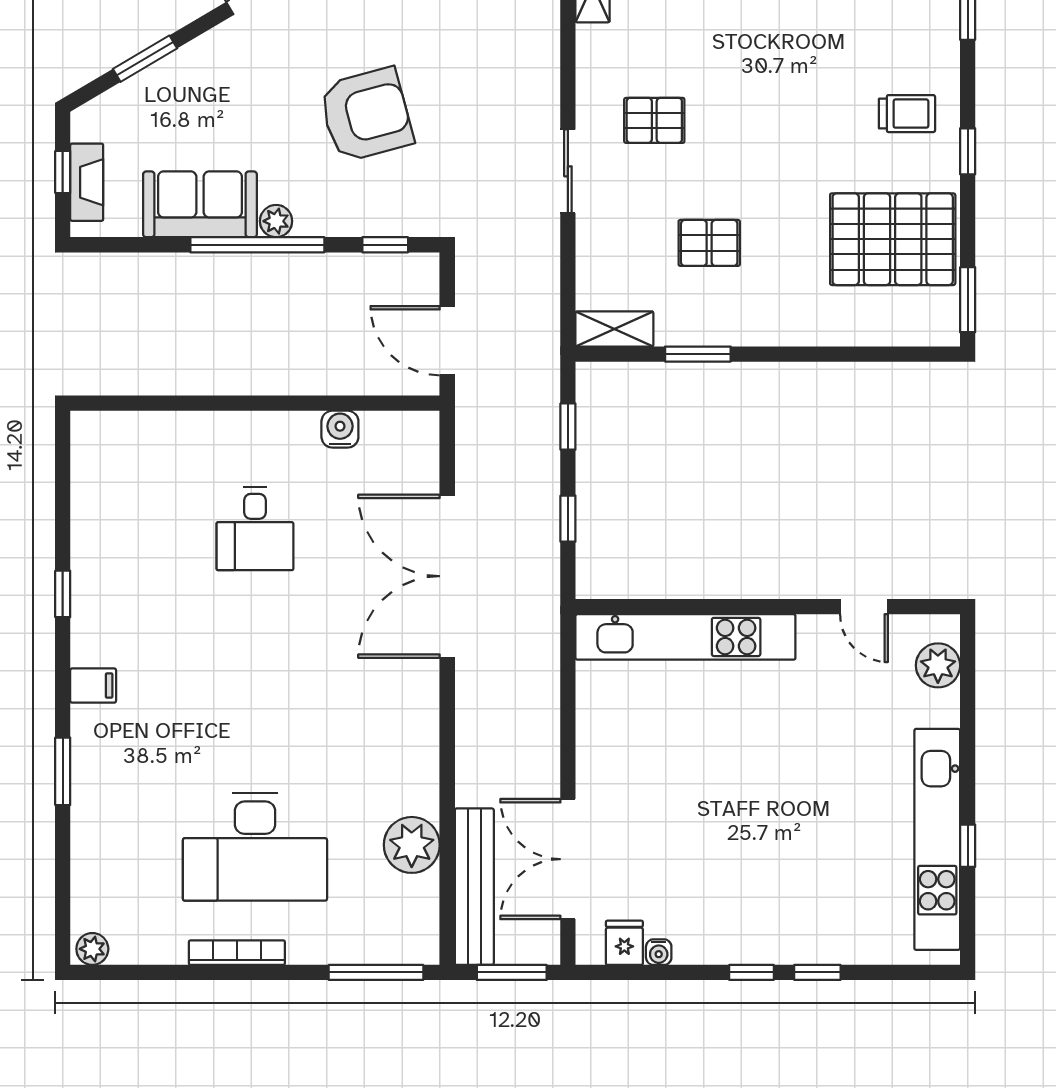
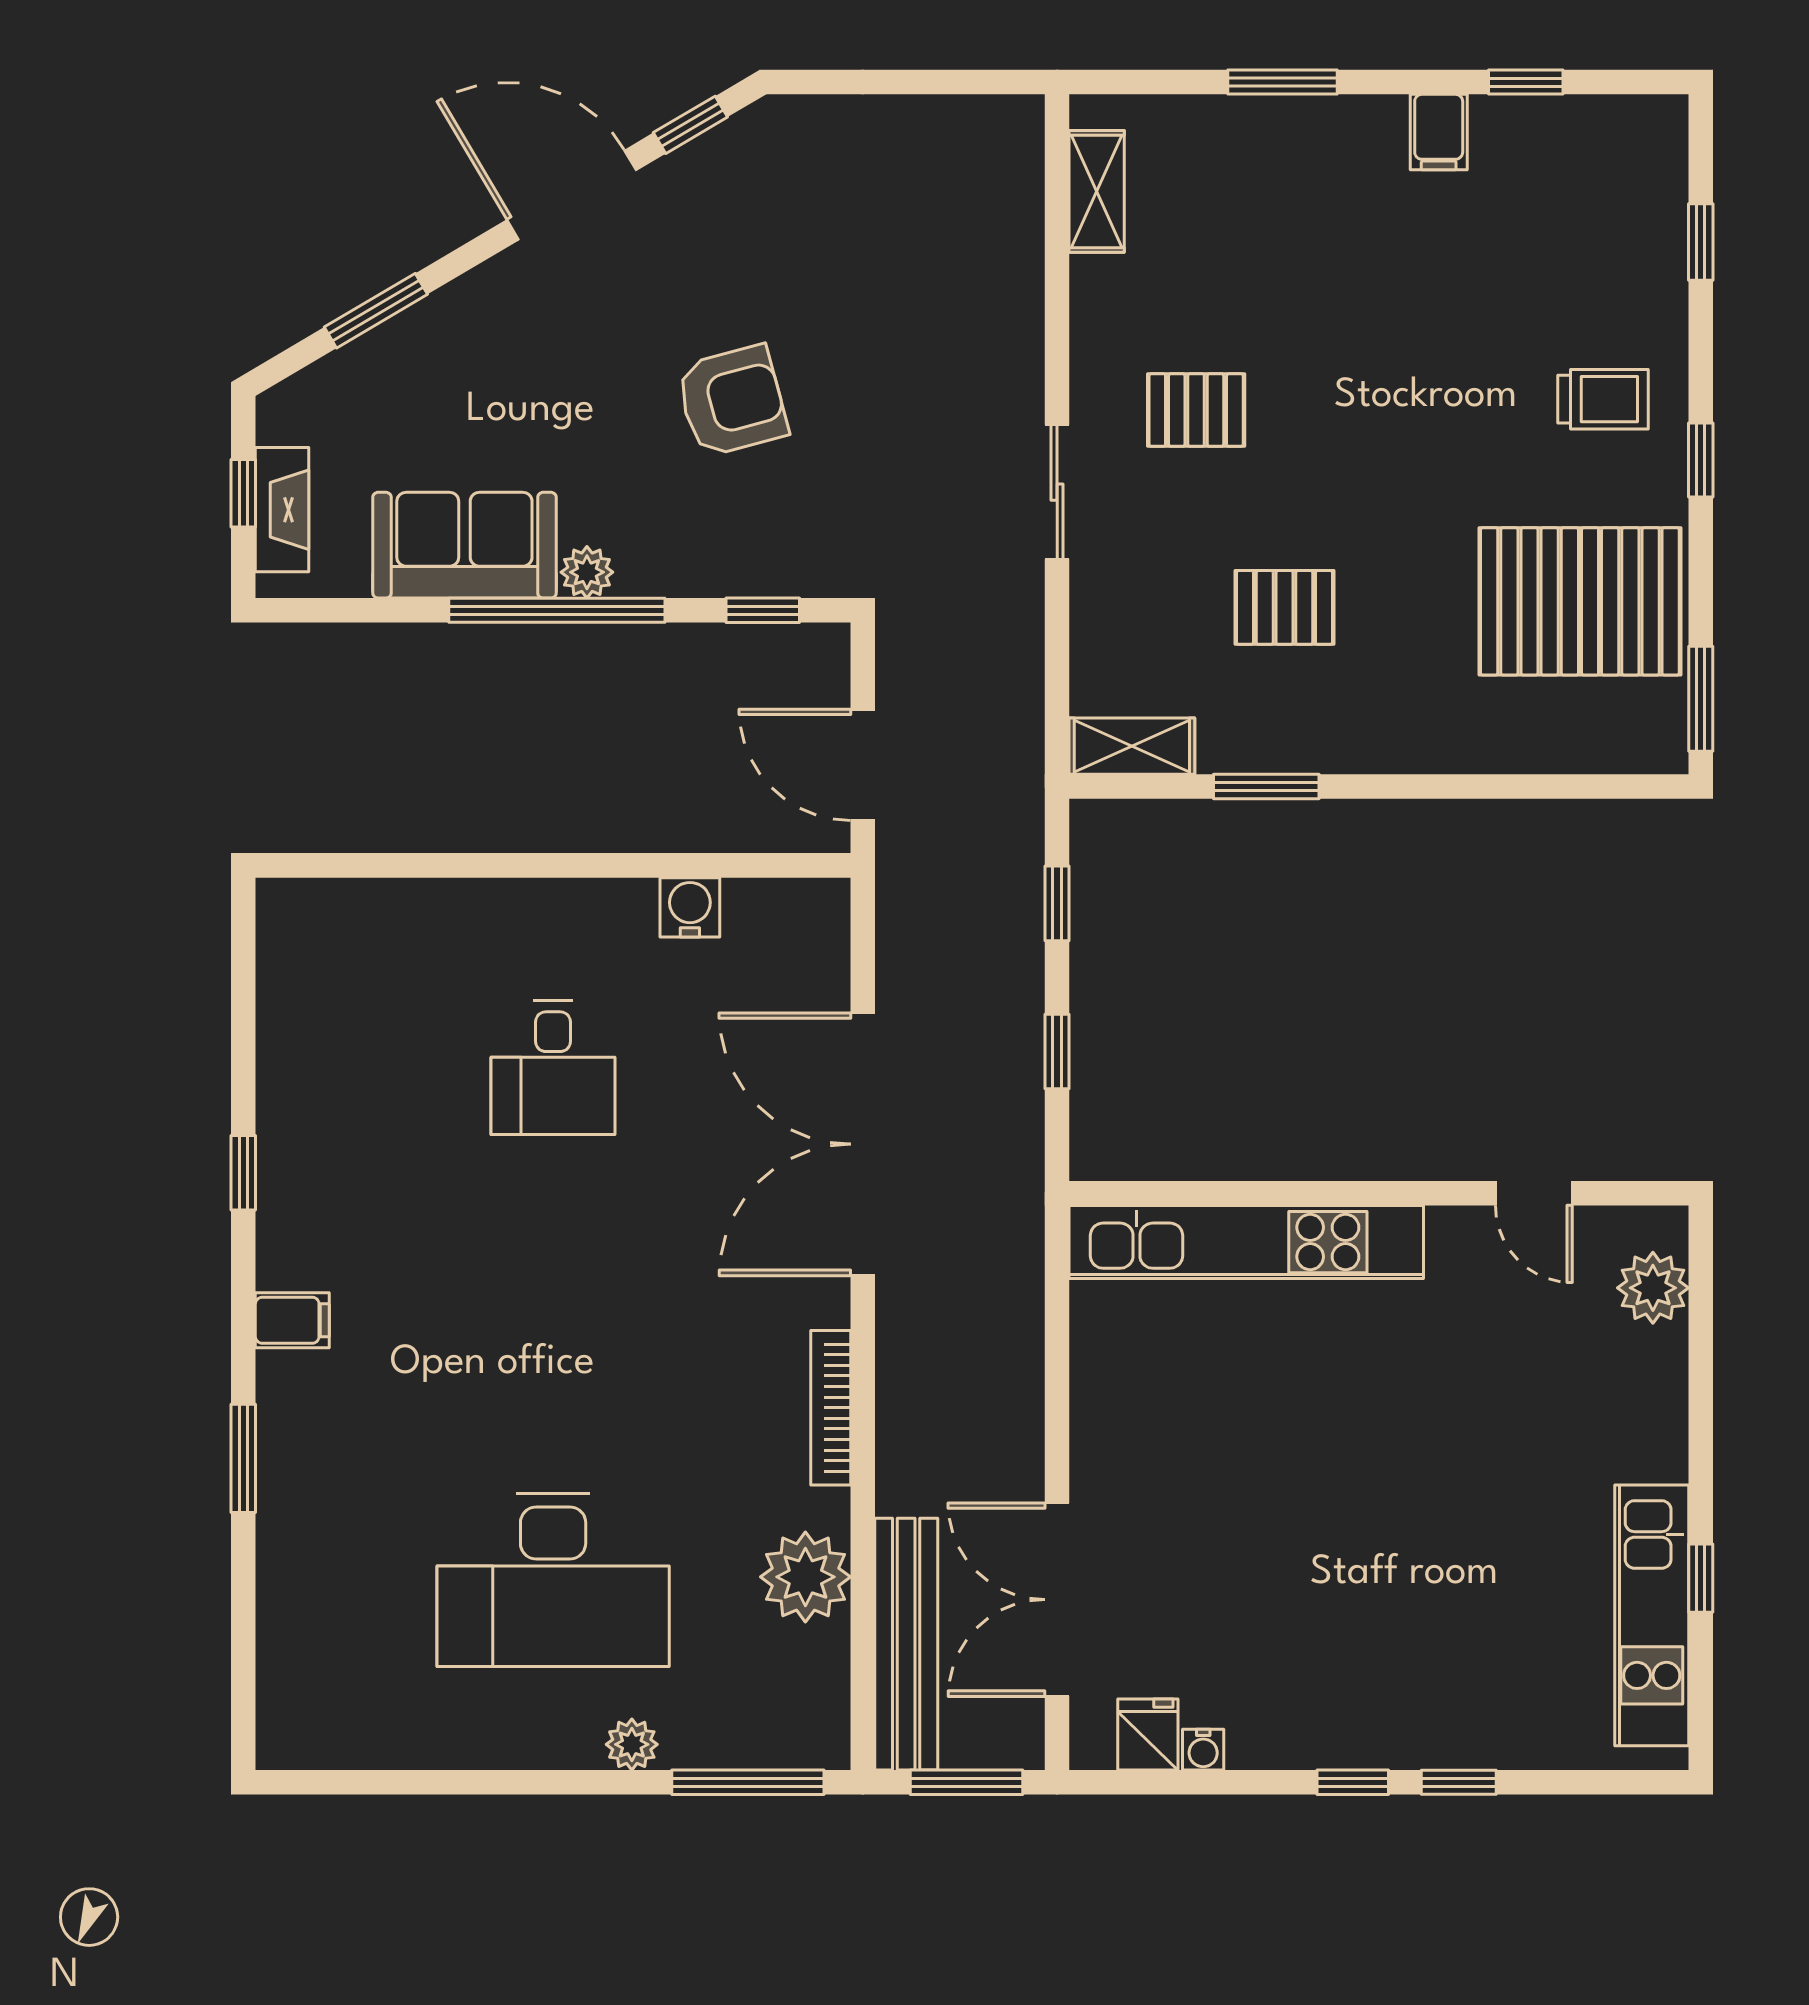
armchair: (366, 115) -> (732, 401), width x0.73, depth x0.73
kitchen unit: (937, 839) -> (1652, 1615), width x0.73
plant: (92, 949) -> (632, 1744), moved
bookcase: (237, 953) -> (831, 1408), moved, turned -90

